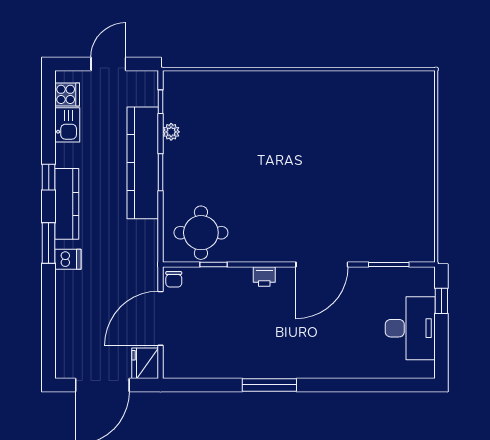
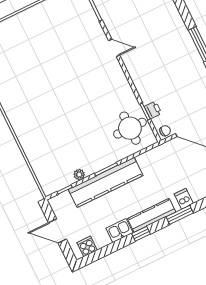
kitchen sink: (67, 125) -> (119, 231), moved
door: (322, 265) -> (114, 48), width x0.53
printer: (264, 277) -> (153, 110), moved

